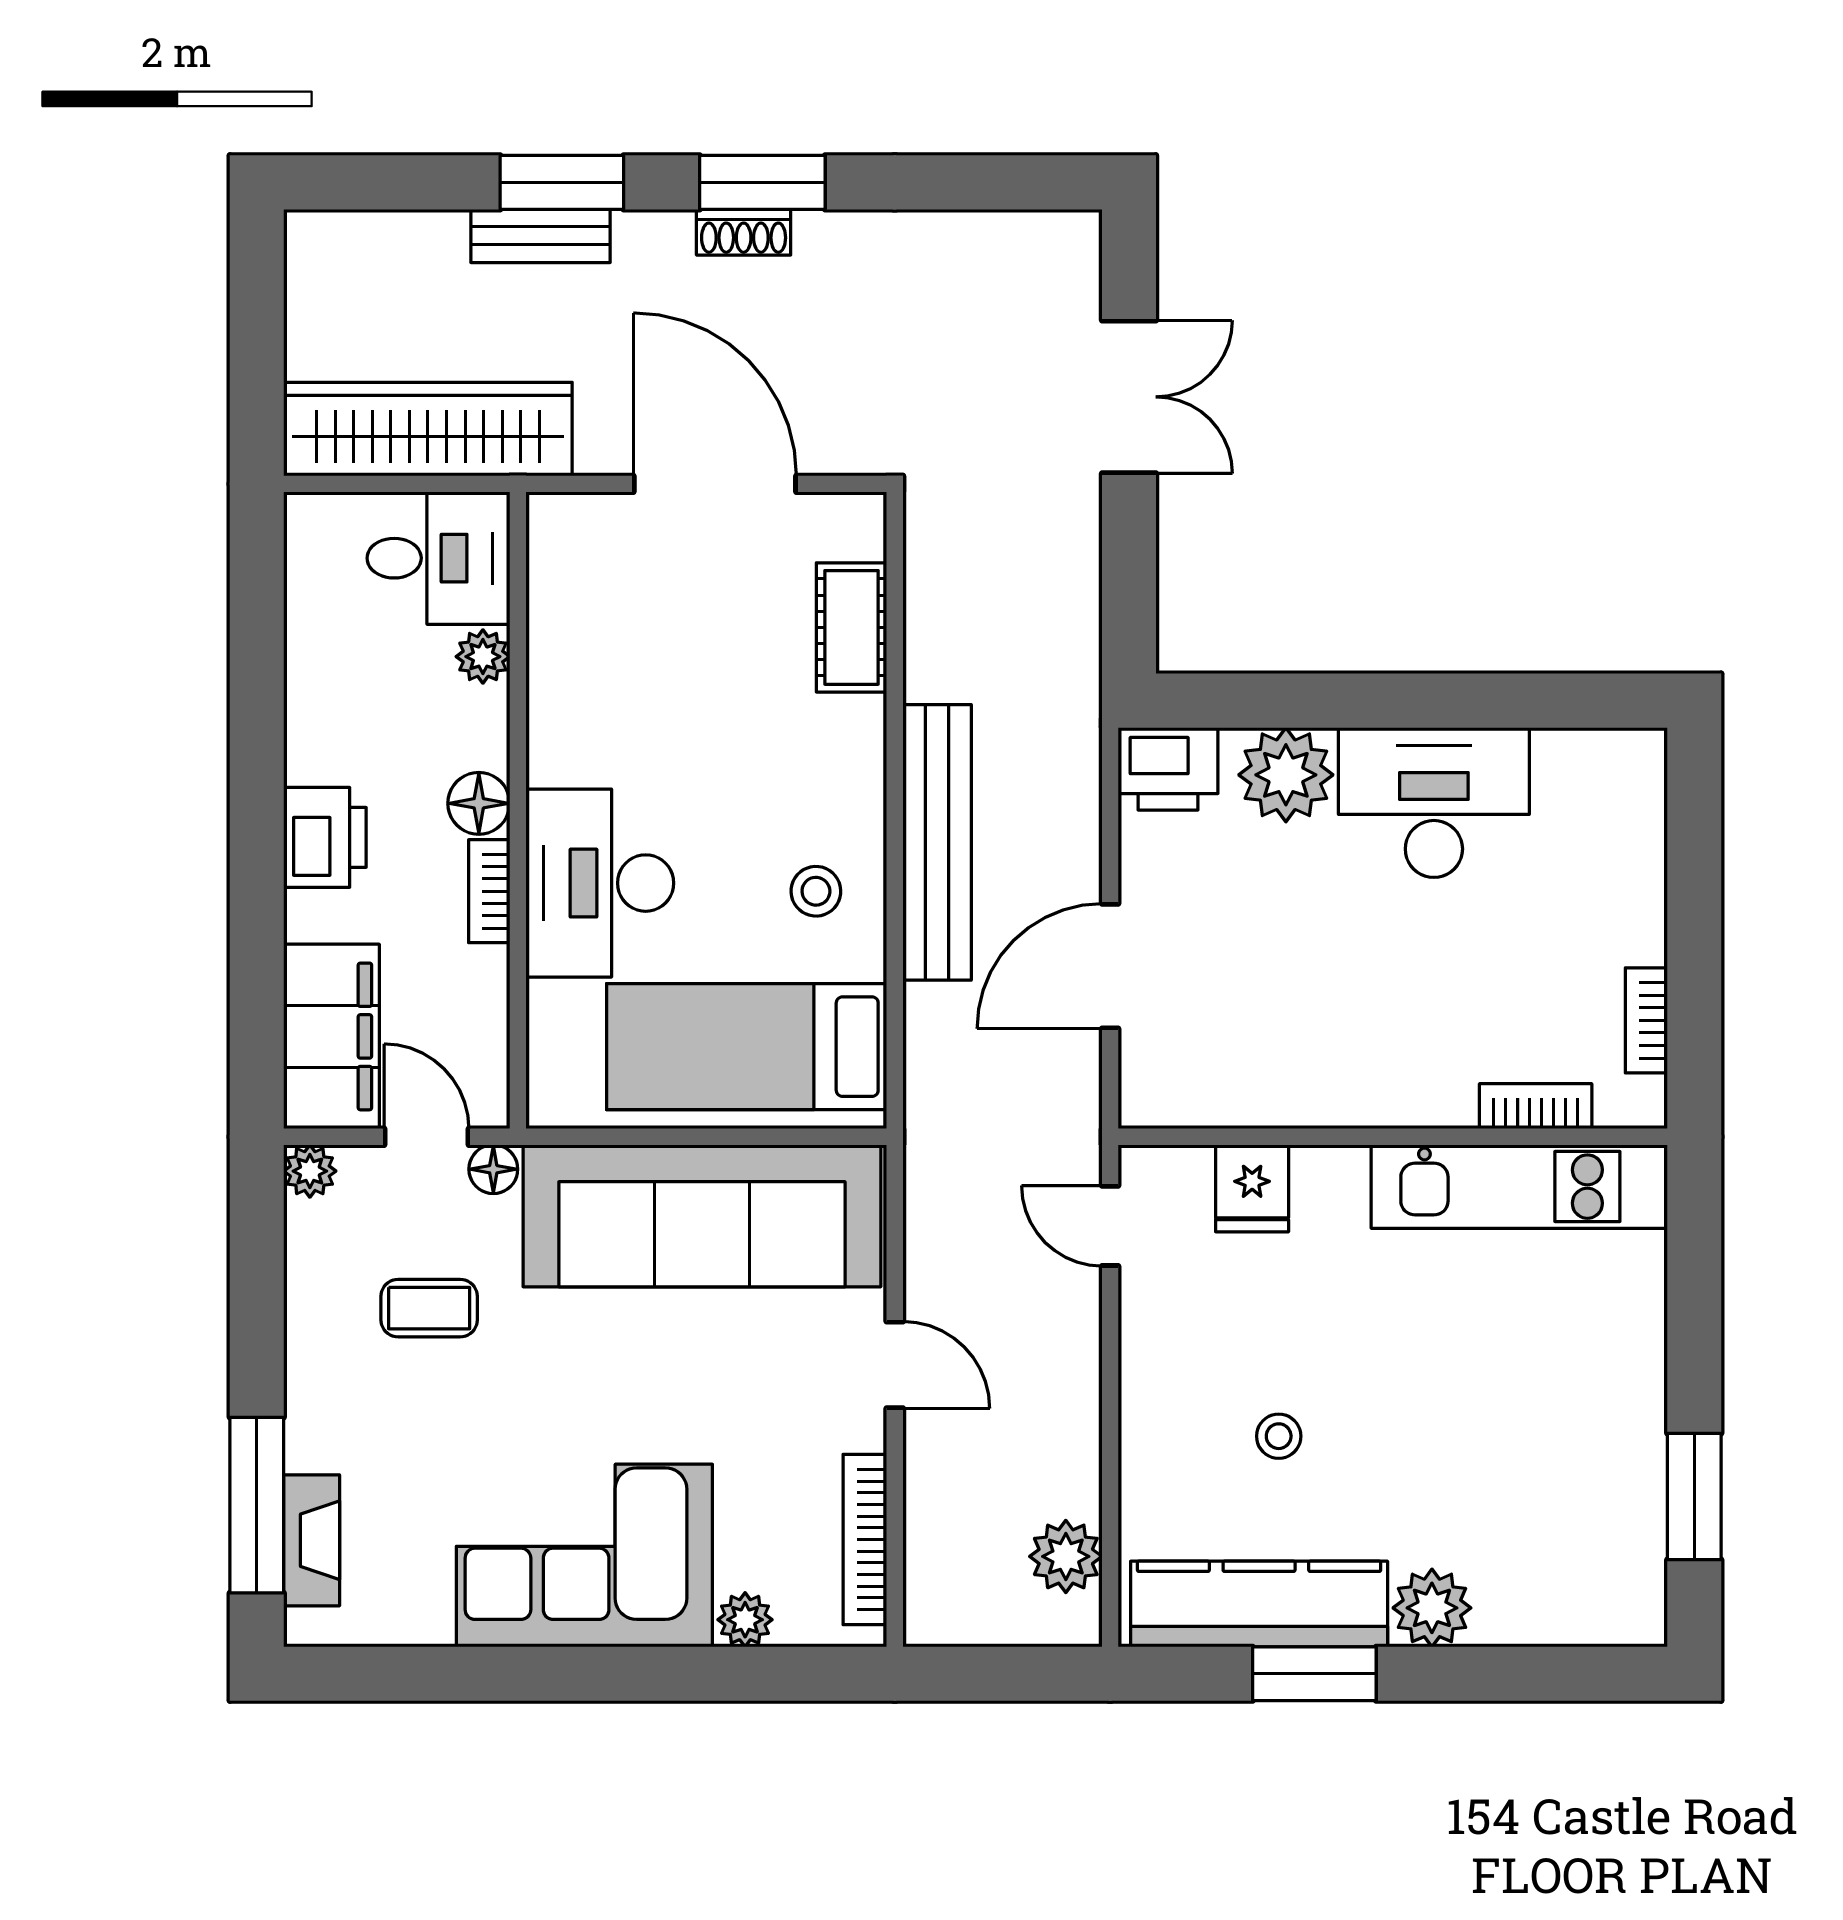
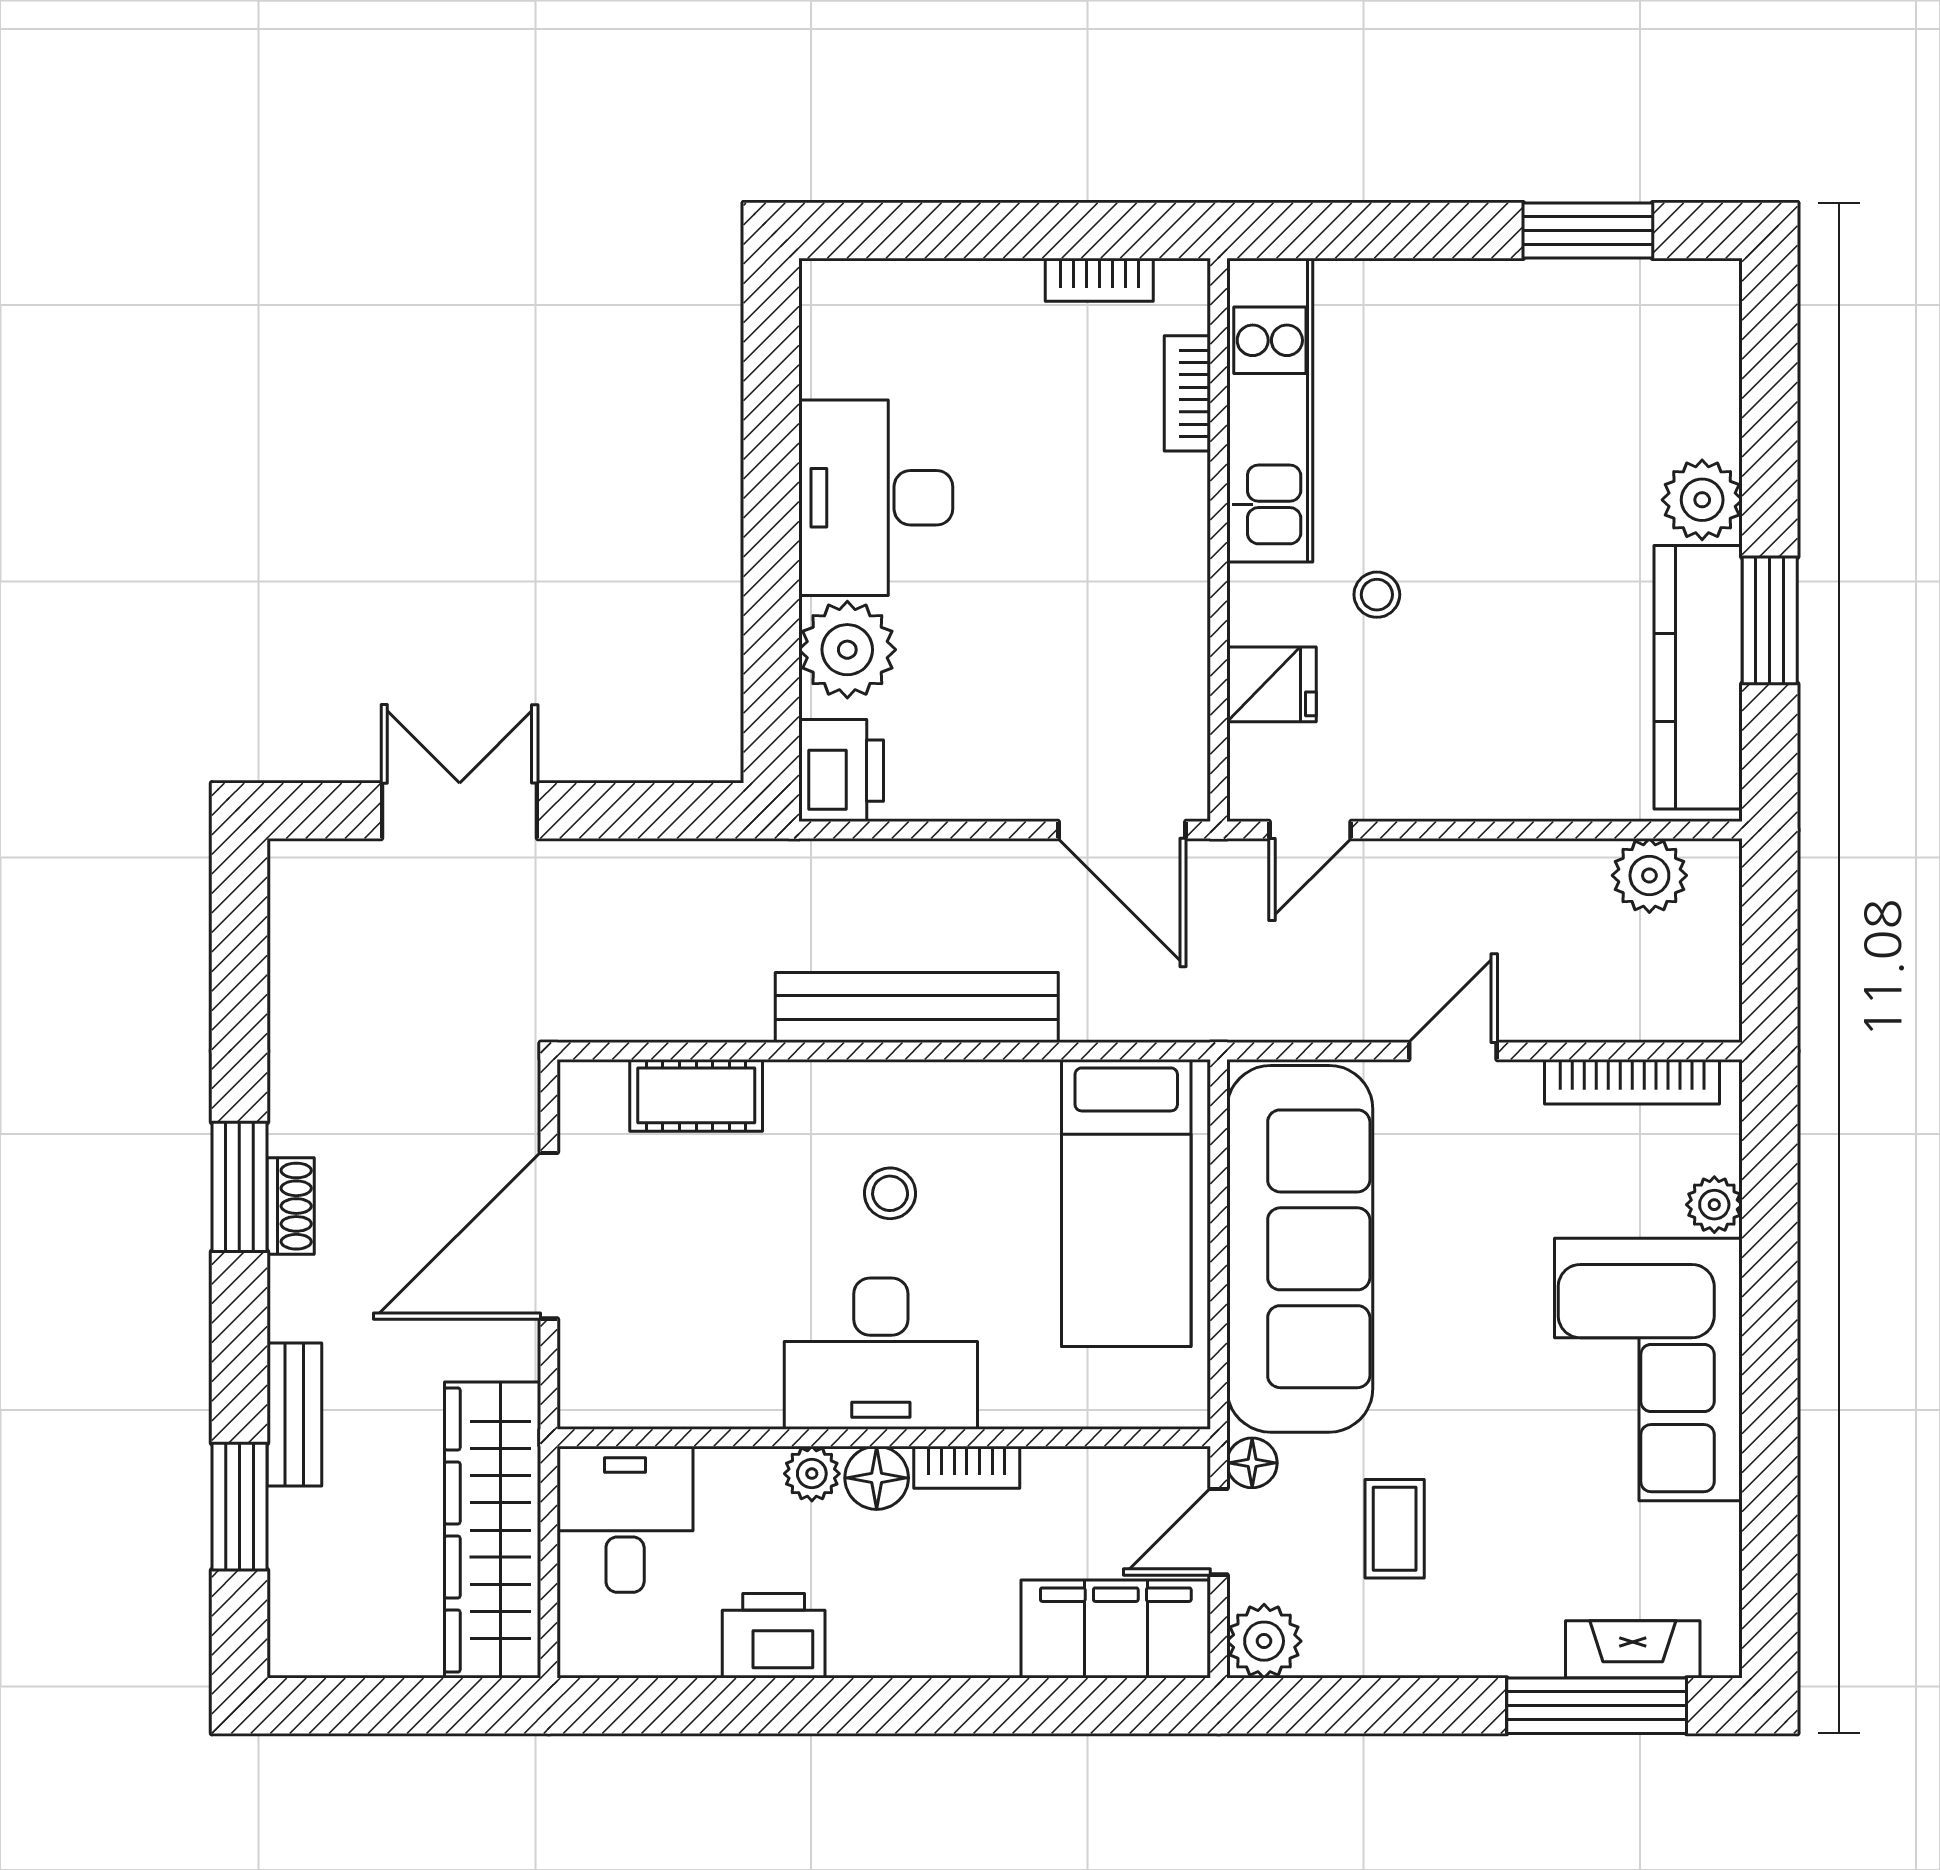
window: (562, 182) -> (239, 1507), moved
plant: (483, 657) -> (812, 1474), moved
printer: (325, 837) -> (774, 1636), moved
desk: (600, 883) -> (881, 1354), moved
stool: (816, 891) -> (890, 1193), moved
door: (1110, 966) -> (1122, 830), moved
plant: (310, 1171) -> (1264, 1641), width x1.38, depth x1.38
stool: (1279, 1436) -> (1377, 595), moved

